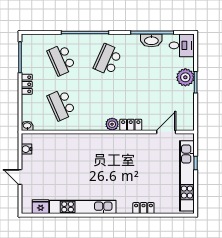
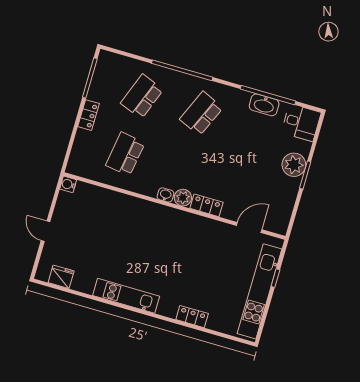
school desk: (61, 60) -> (142, 96), turned 45
school desk: (61, 105) -> (125, 154), turned 33
washbasin: (27, 126) -> (166, 195), moved
water cooler: (27, 149) -> (68, 184), moved
kitchen unit: (83, 207) -> (126, 296), width x0.73

